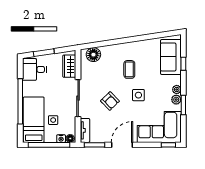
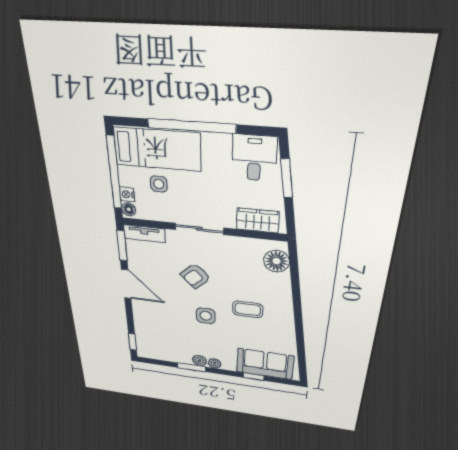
sliding door: (78, 98) -> (199, 229), width x0.73
corner sofa: (159, 127) -> (158, 335), removed

